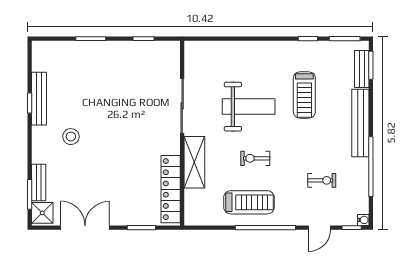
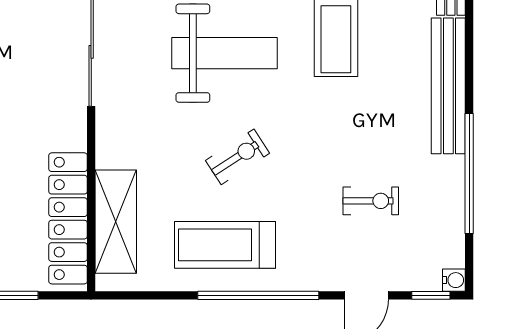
exercise bike: (255, 158) -> (238, 157), turned 147
shelving: (194, 162) -> (116, 222), moved
treadmill: (249, 202) -> (225, 245), turned 180

